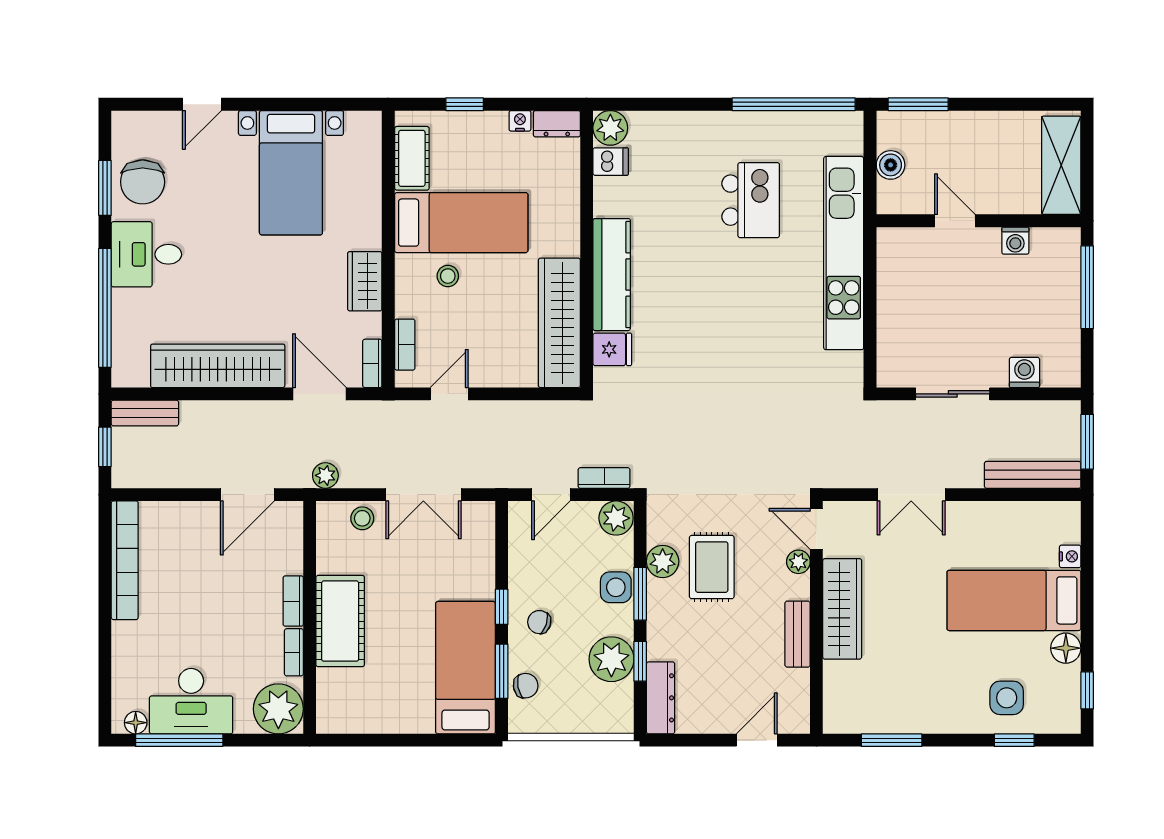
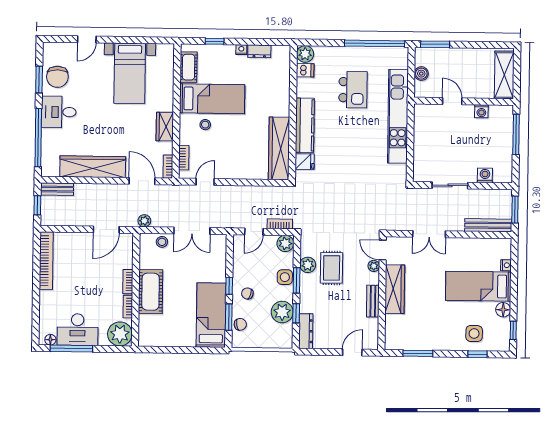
plant: (610, 128) -> (305, 54), moved
dishwasher: (611, 162) -> (305, 70), moved
wall: (587, 249) -> (293, 113), moved
kitchen counter: (612, 275) -> (305, 125), moved
wardrobe: (559, 323) -> (279, 148), moved
fridge: (612, 349) -> (305, 162), moved

